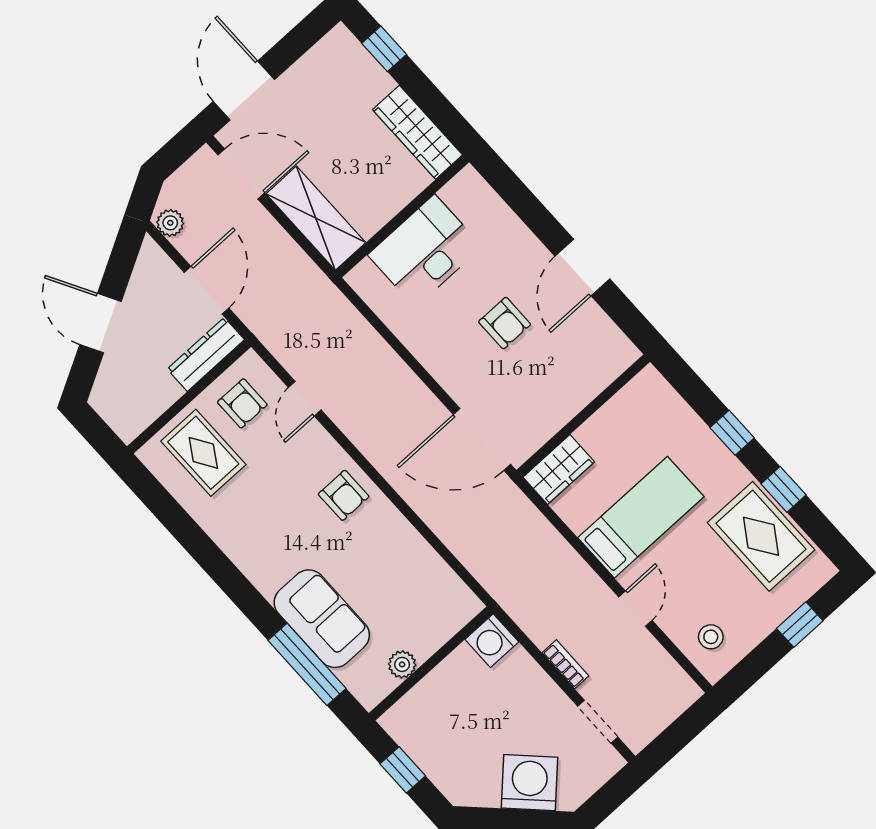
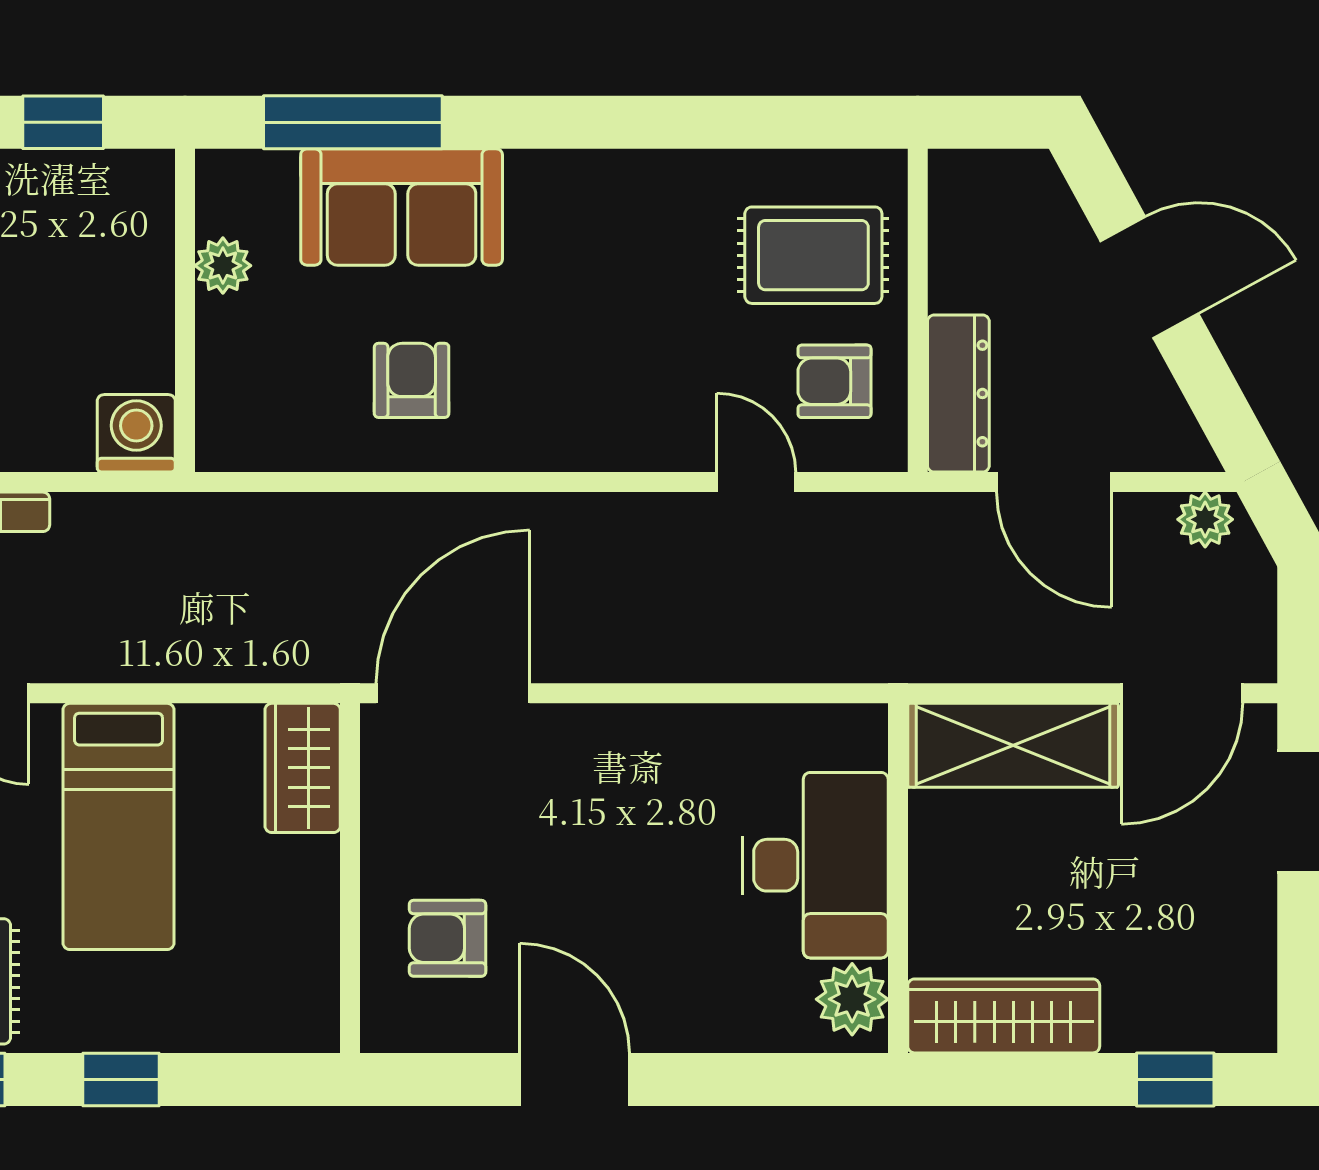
plant: (462, 193) -> (852, 999), added
armchair: (505, 323) -> (448, 938), moved
armchair: (344, 495) -> (412, 380), moved, turned 90

